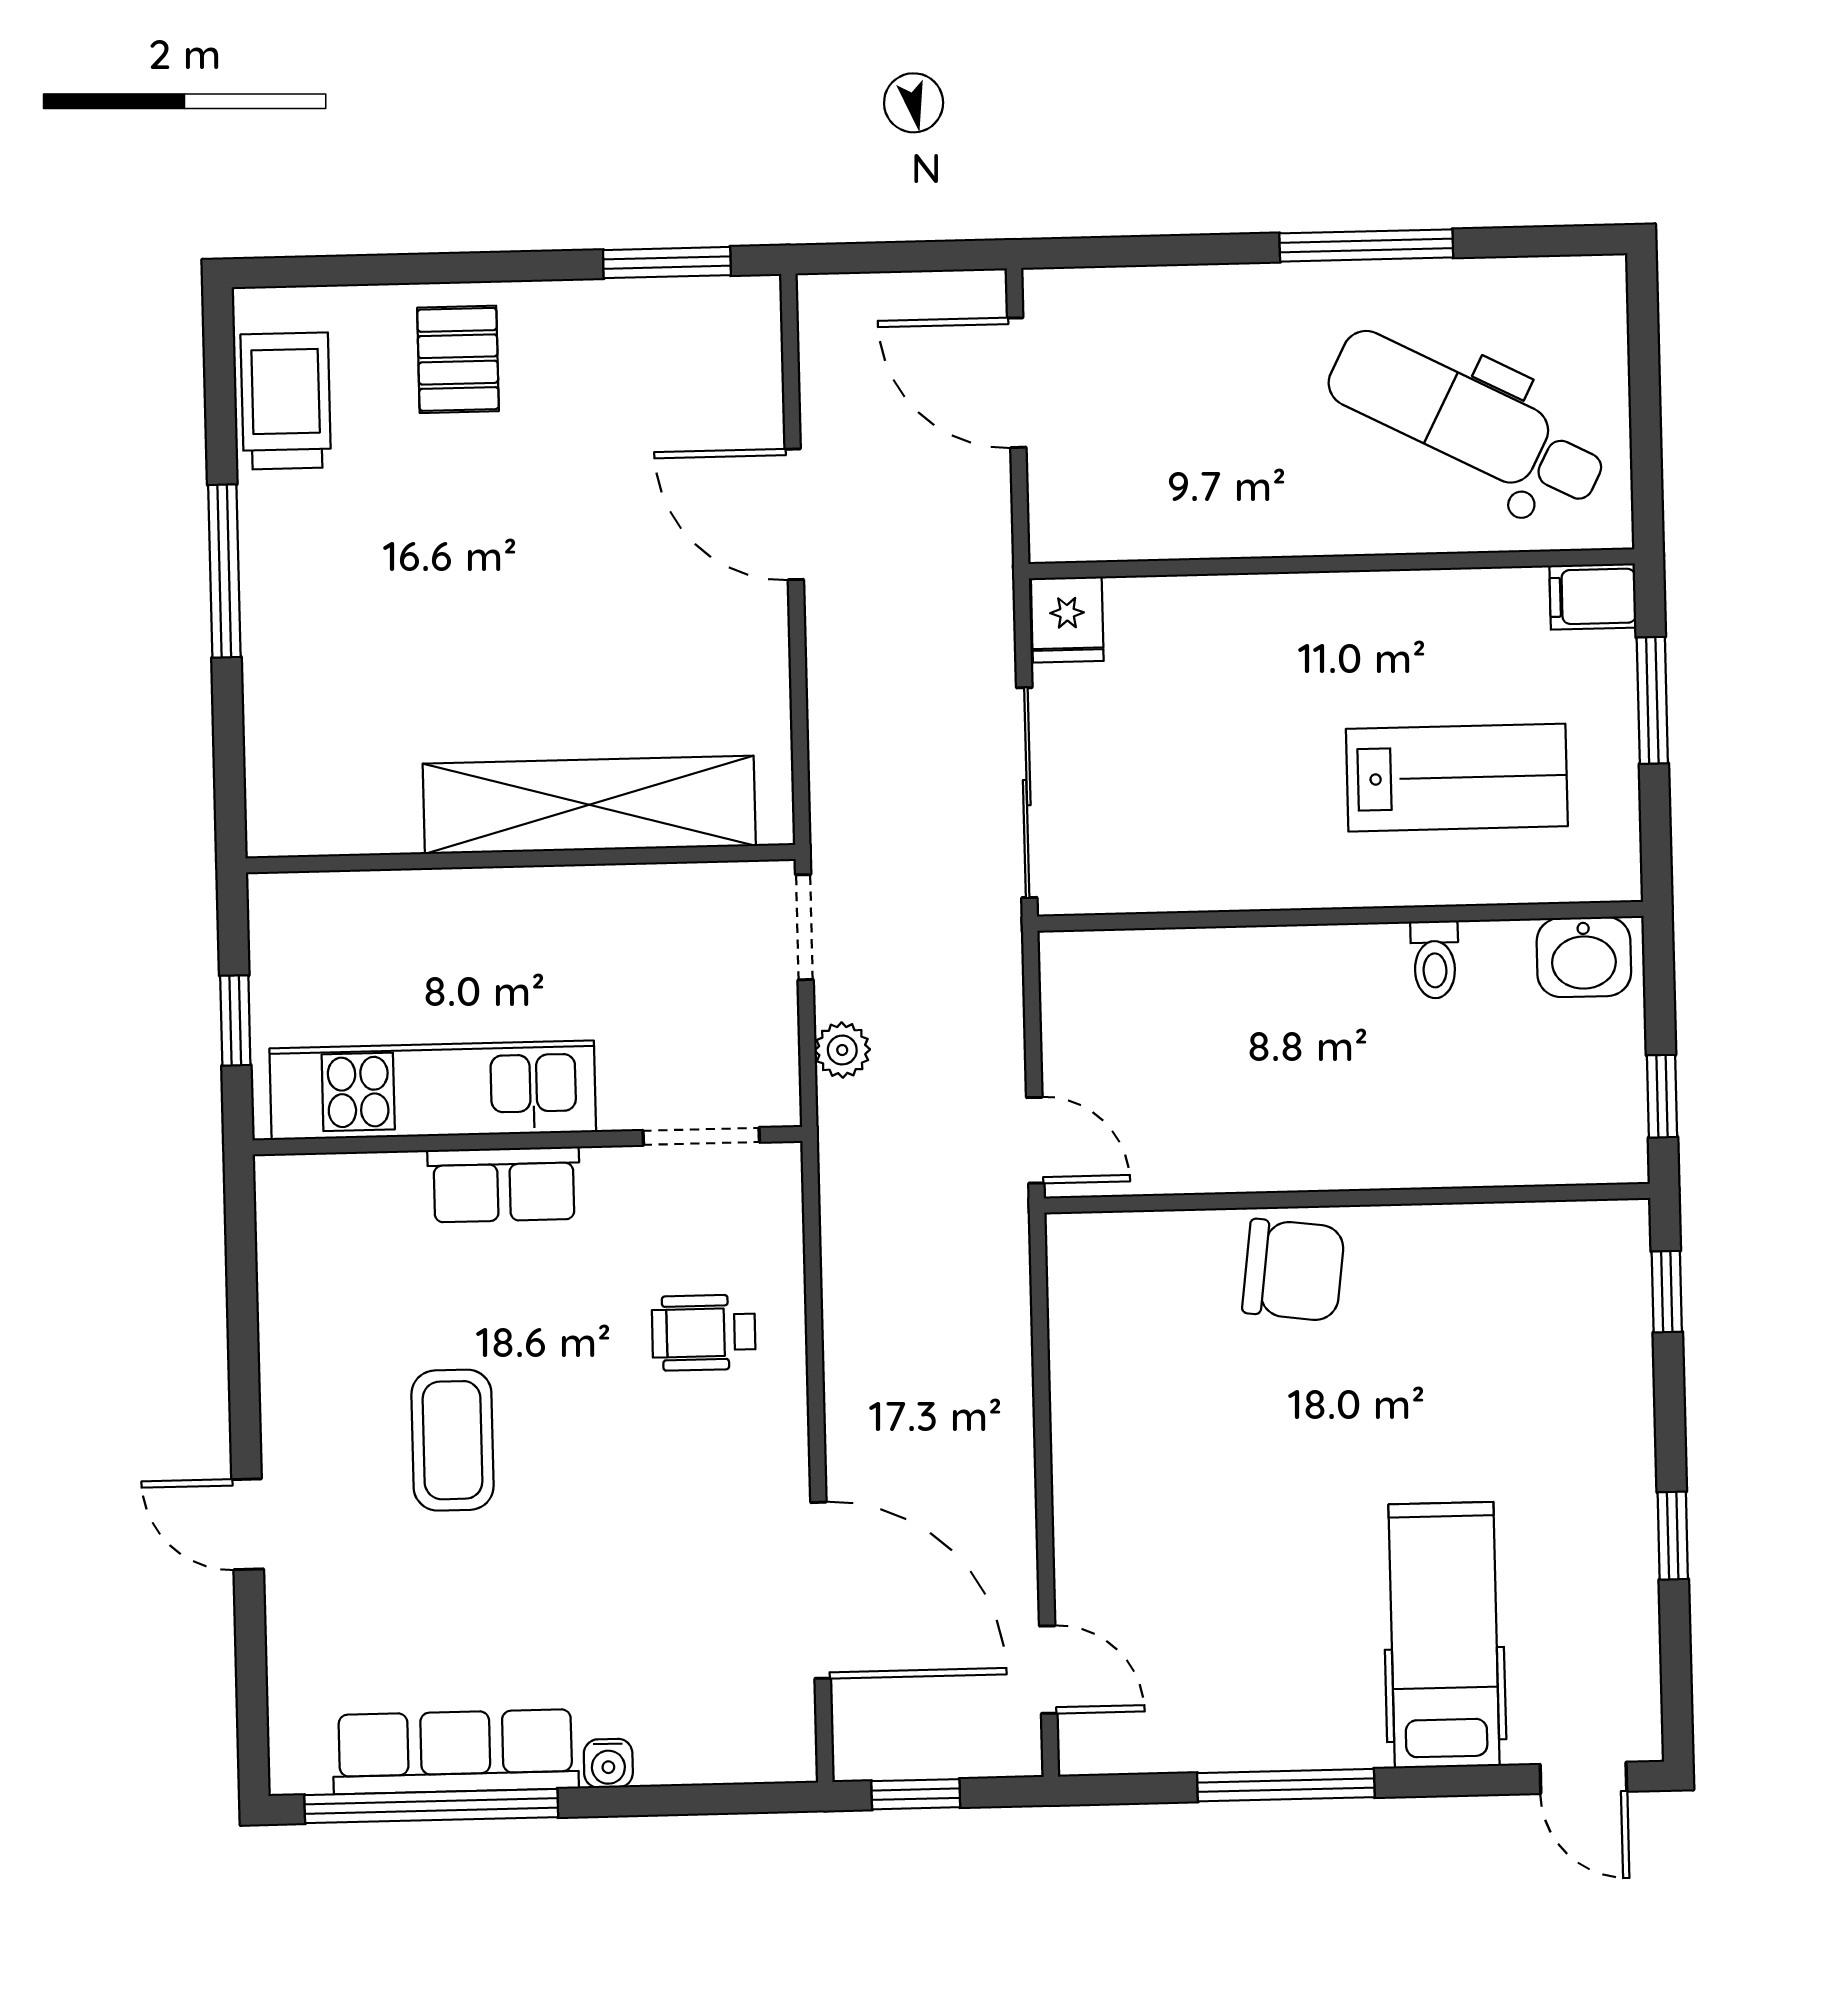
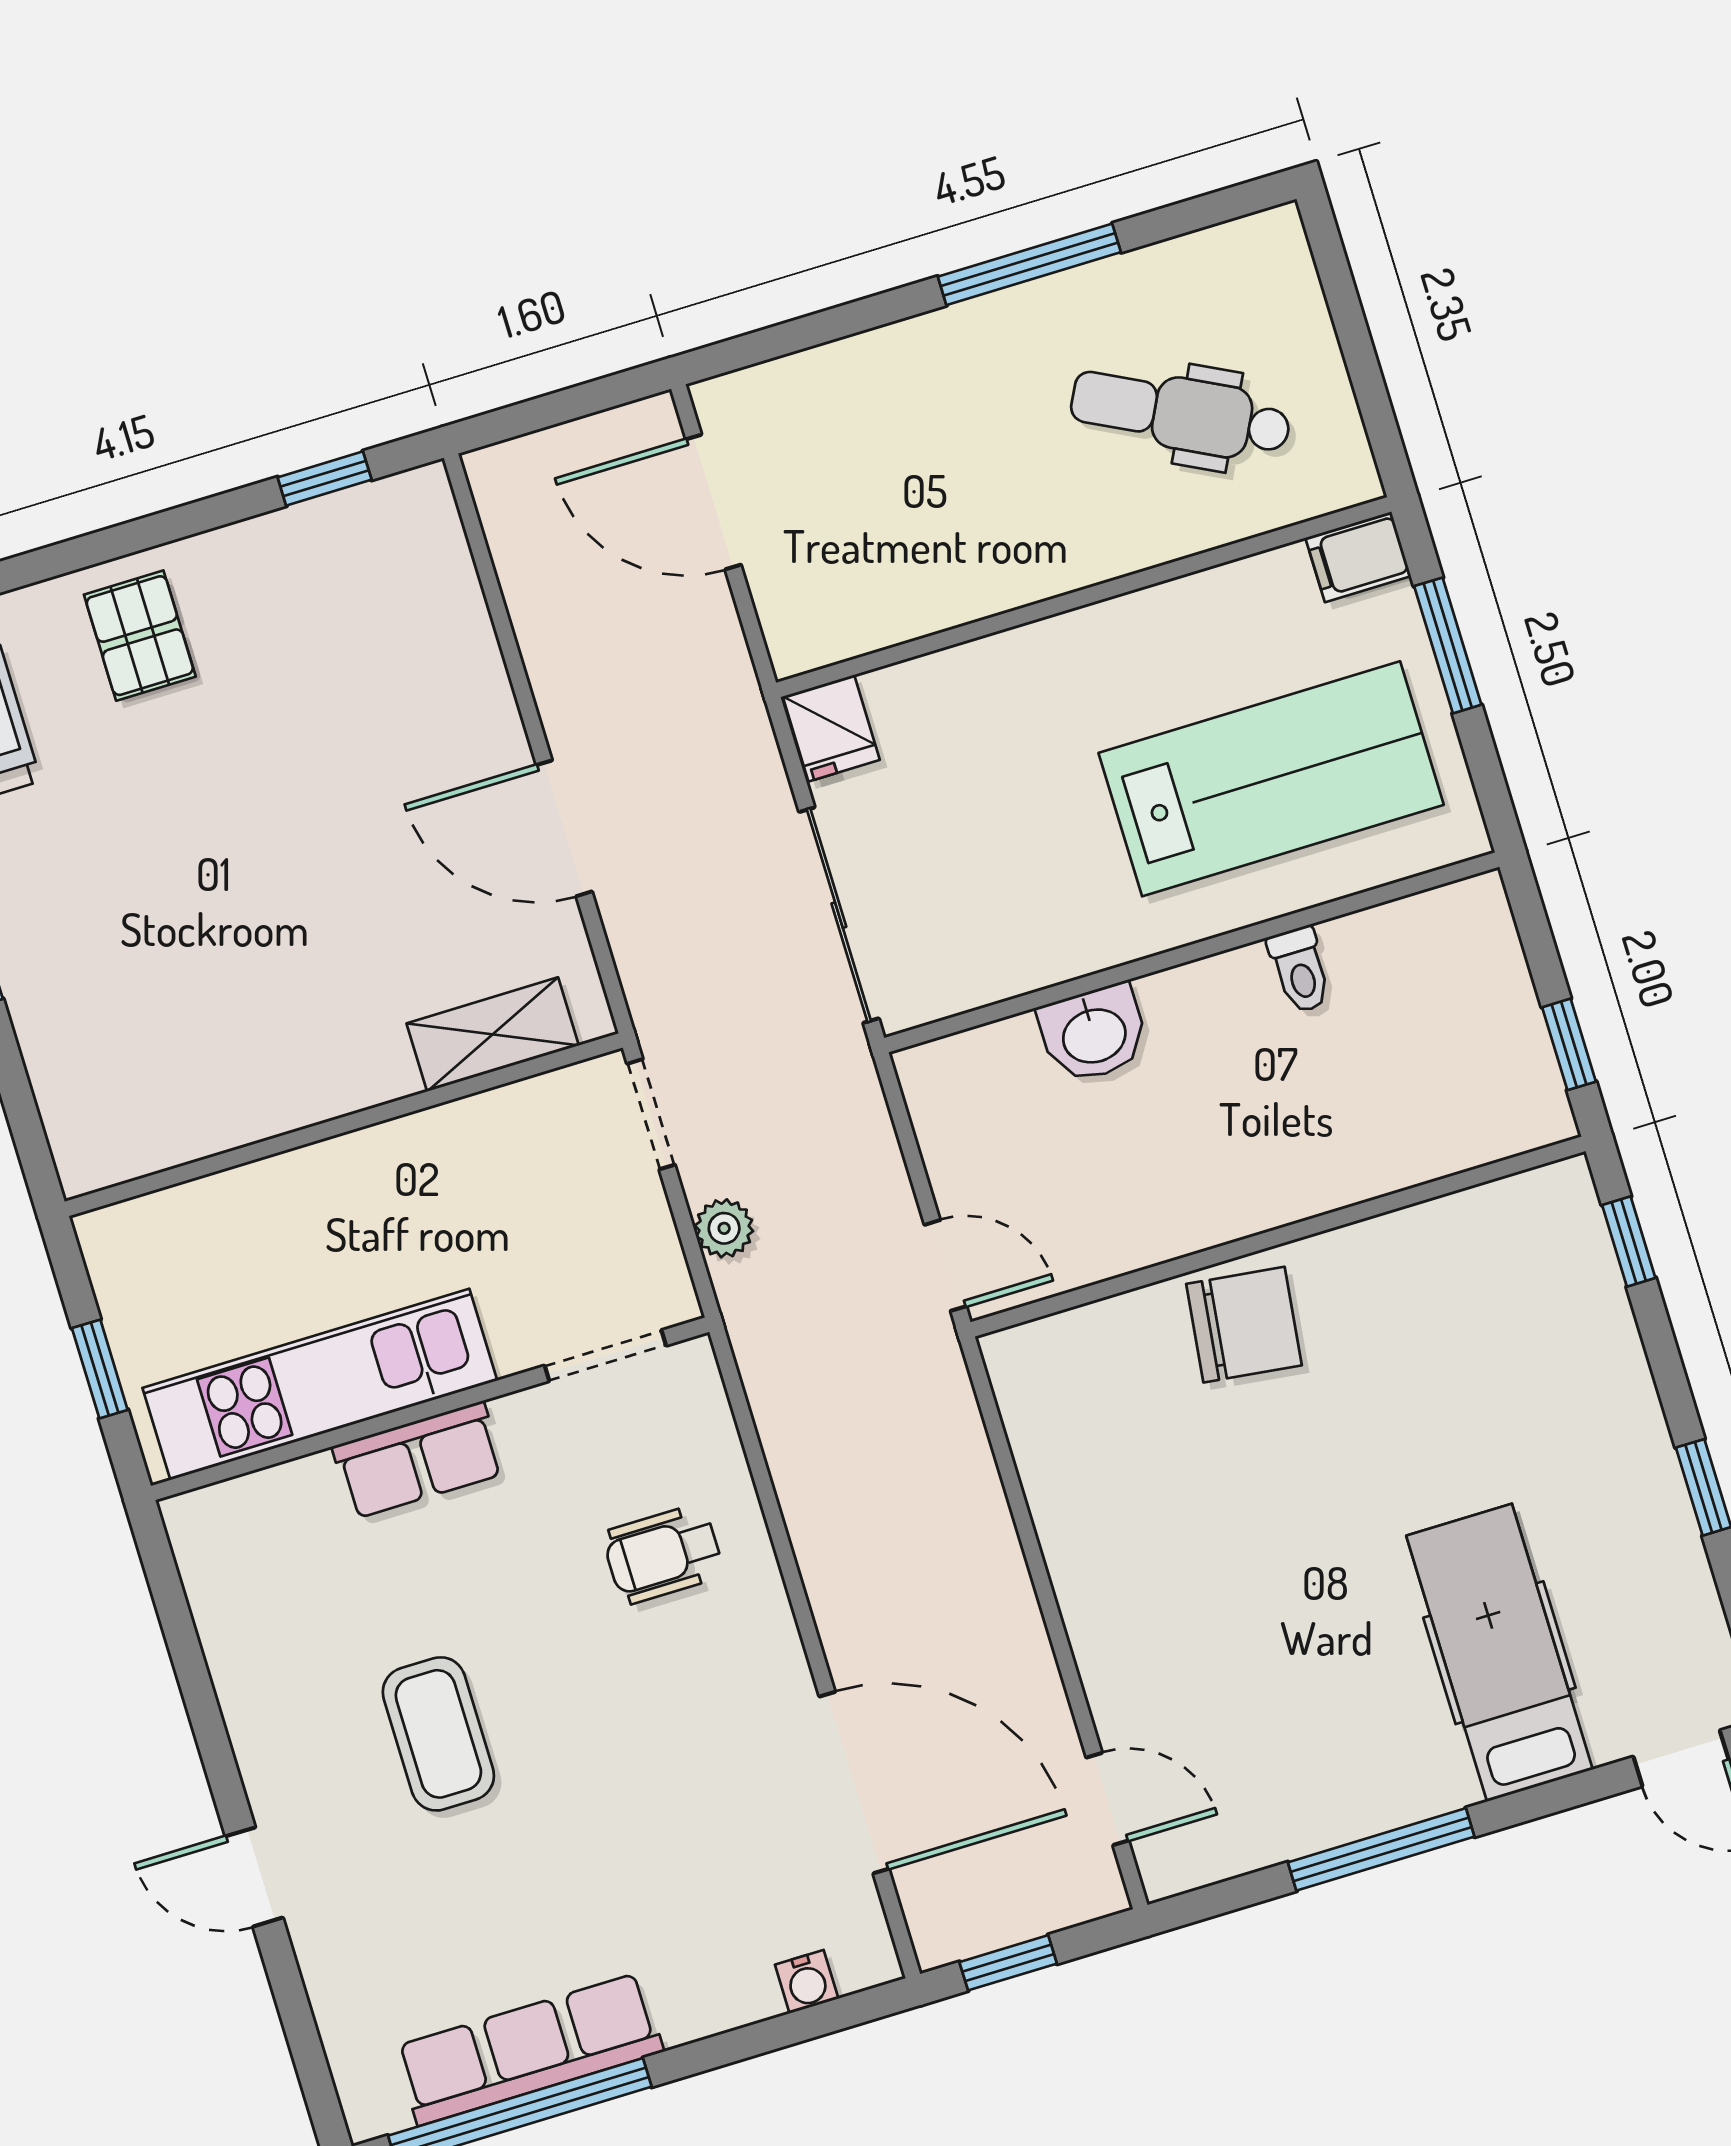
window: (667, 263) -> (325, 479), width x0.67
dental chair: (1467, 420) -> (1181, 414), width x0.73, depth x0.72
door: (794, 514) -> (564, 828), moved
lab bench: (1457, 778) -> (1271, 779), width x1.36, depth x1.39
shelving: (589, 805) -> (493, 1034), width x0.45, depth x0.75
washbasin: (1584, 957) -> (1094, 1034), moved
water cooler: (608, 1763) -> (807, 1982), moved

